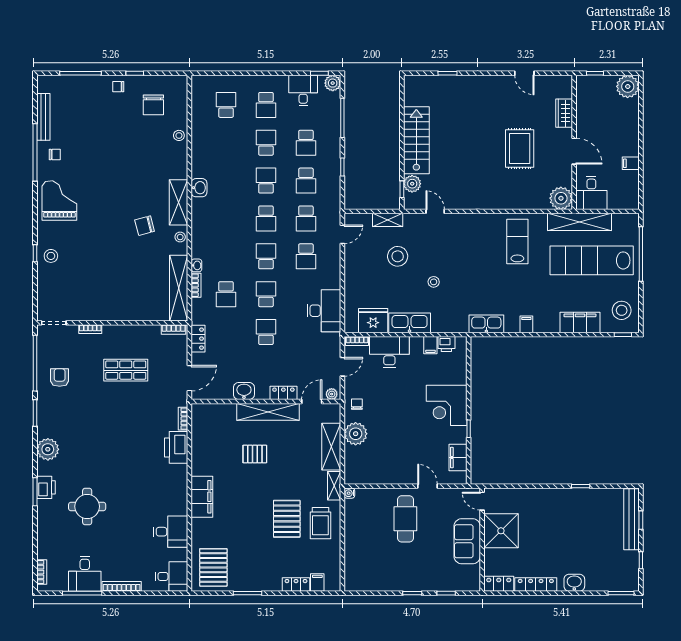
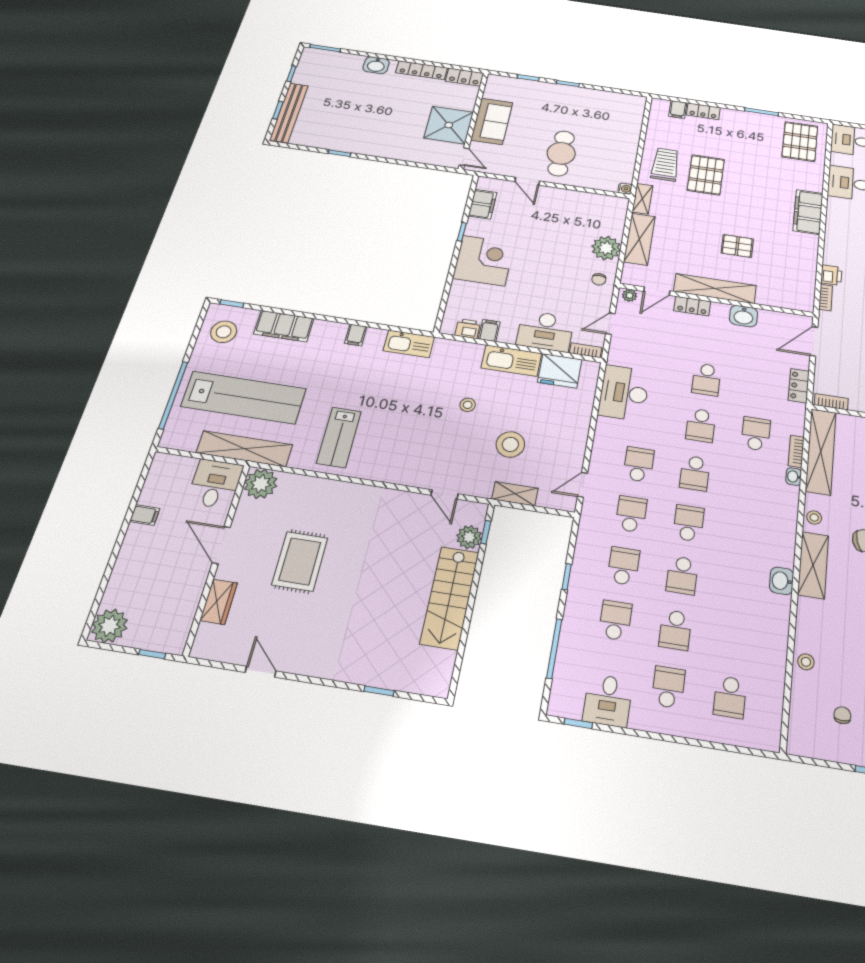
plant: (333, 83) -> (560, 705), removed
chair: (153, 105) -> (842, 715), width x0.54, depth x0.54
printer: (176, 447) -> (831, 275), width x0.53, depth x0.68

